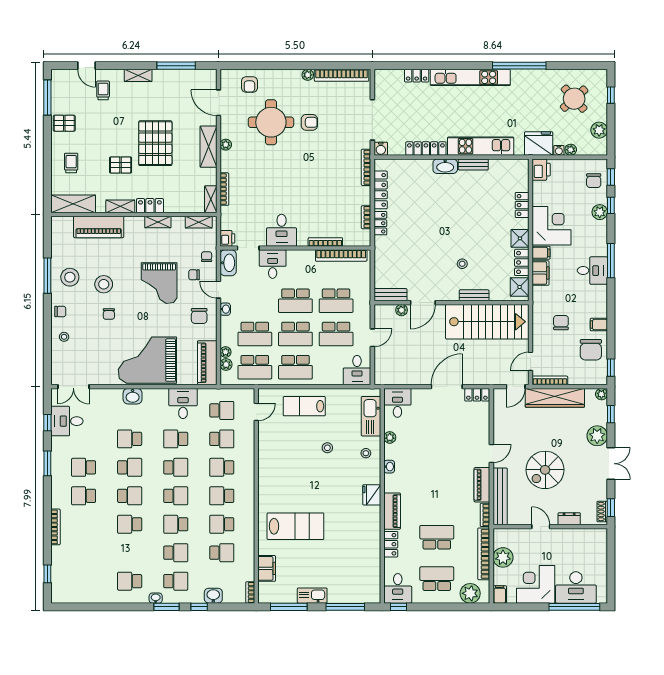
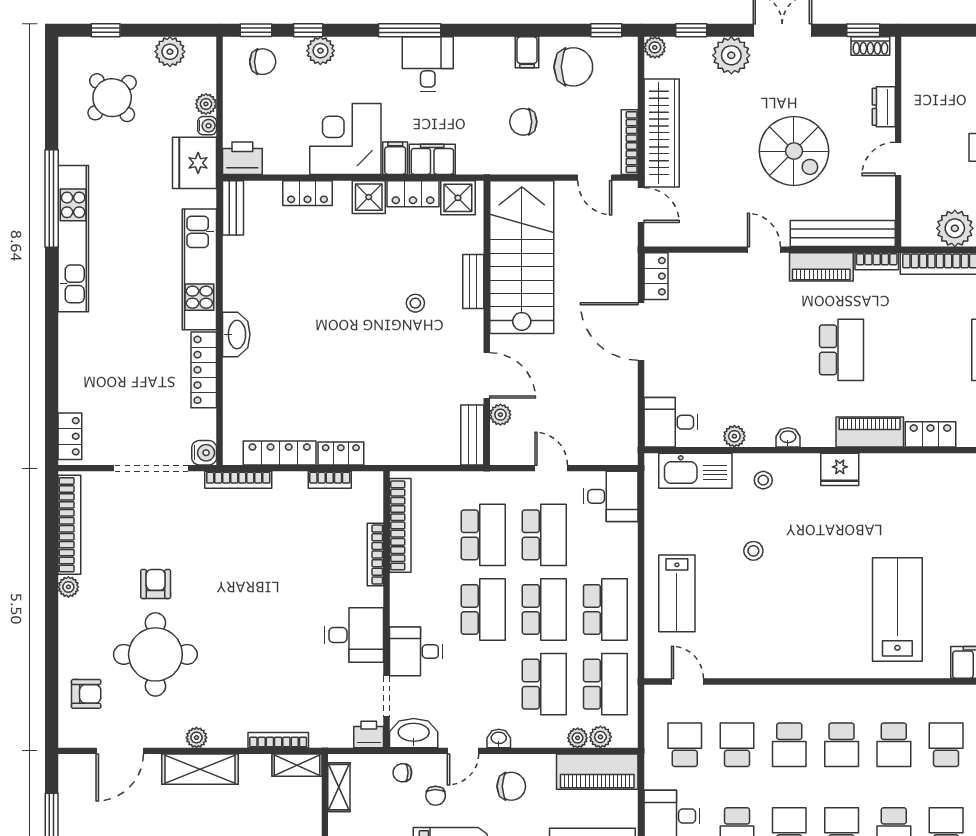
locker: (417, 76) -> (70, 436), moved
kitchen unit: (470, 77) -> (73, 239), moved
bench: (473, 164) -> (233, 208), moved
school desk: (437, 537) -> (842, 350), moved, turned 180

